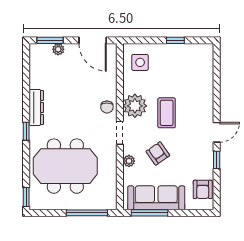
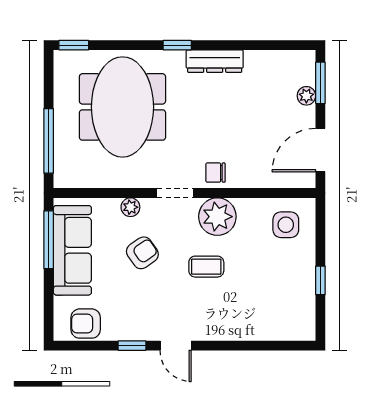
coffee table: (167, 113) -> (206, 267), width x0.73, depth x0.77

